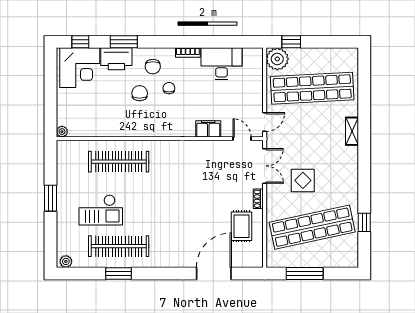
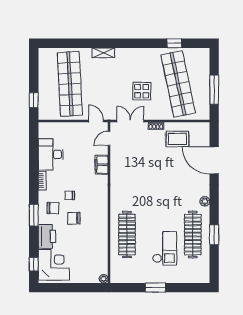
window: (124, 42) -> (34, 215), moved
plant: (277, 59) -> (47, 111), removed
plant: (66, 261) -> (205, 201), moved

